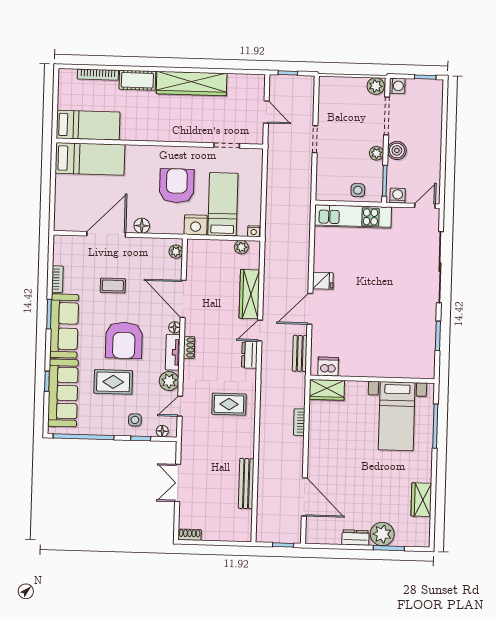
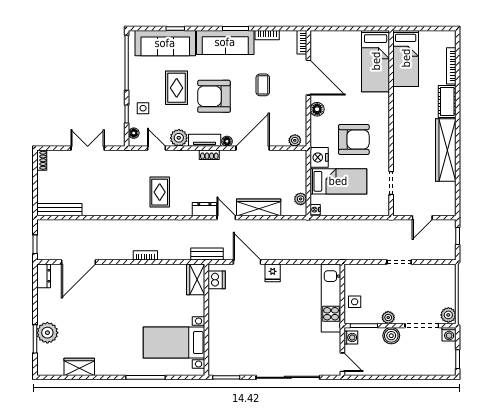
bookcase: (66, 240) -> (302, 42), added
dishwasher: (328, 366) -> (217, 280), moved
wall: (372, 379) -> (206, 320), moved
wardrobe: (327, 390) -> (196, 279), moved
bed with nightstands: (397, 416) -> (174, 343), moved
bench: (246, 484) -> (59, 210), moved
dresser: (355, 538) -> (44, 276), moved

